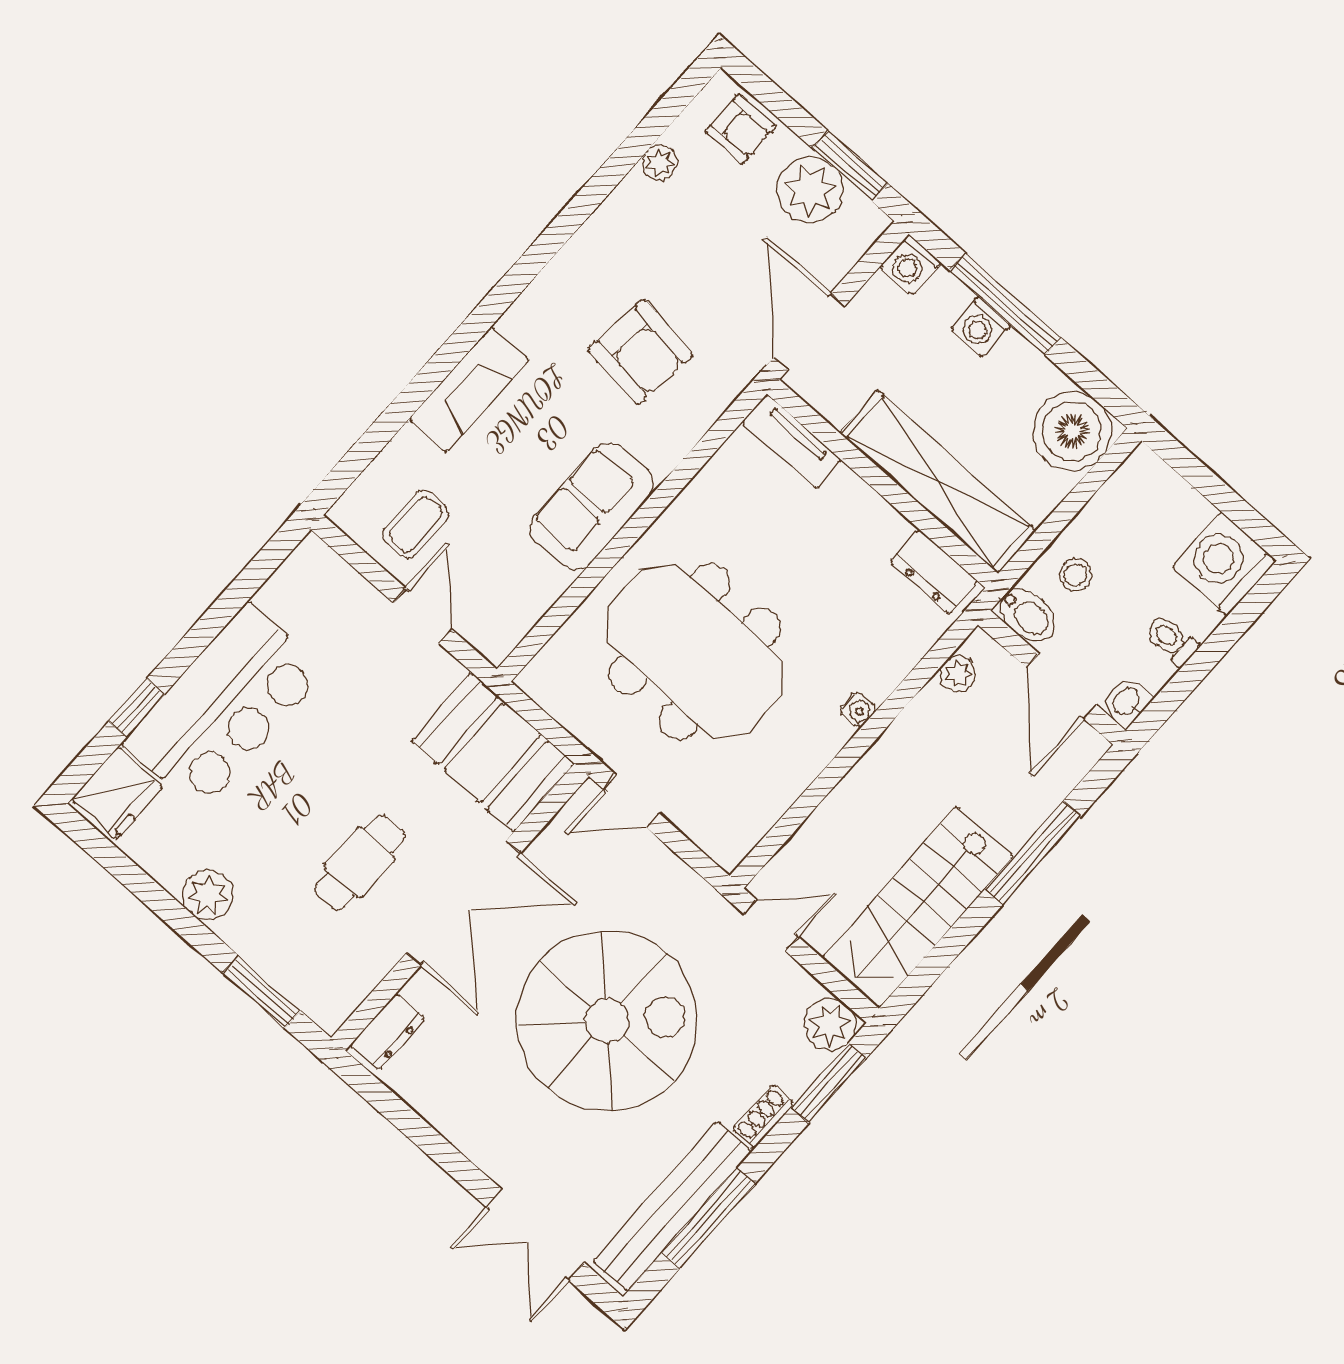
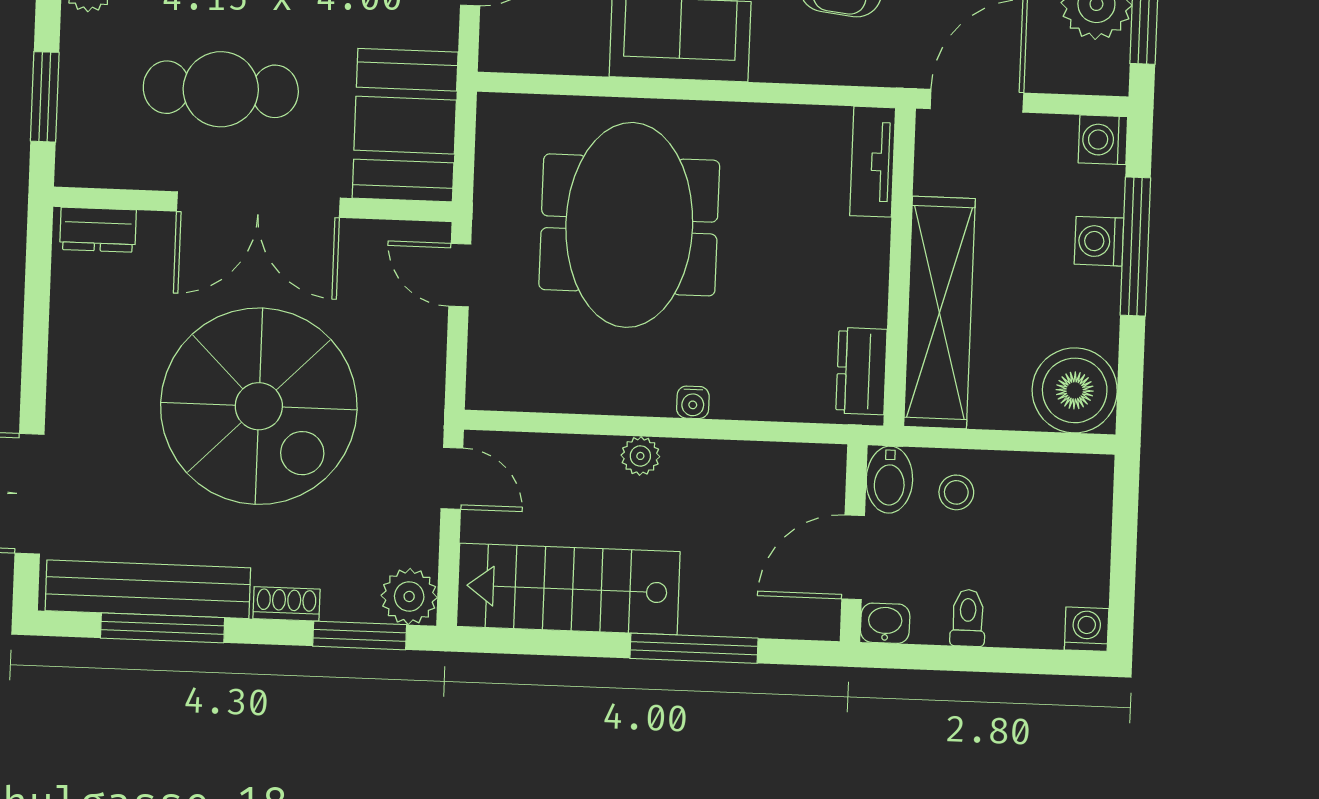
washing machine: (1224, 564) -> (1087, 629), width x0.53, depth x0.53
plant: (958, 674) -> (640, 456), moved
cafe table: (359, 863) -> (221, 89), width x1.37, depth x1.35

